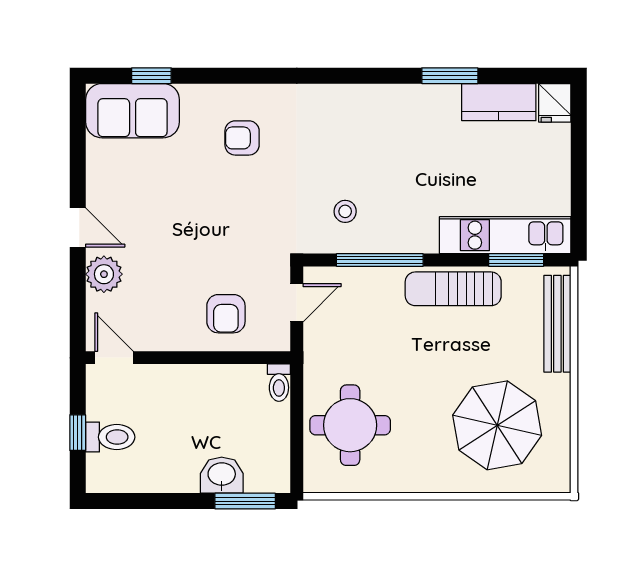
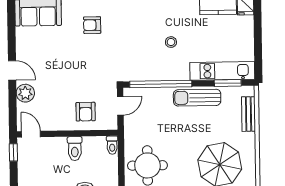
stool: (345, 211) -> (171, 42), moved
window: (380, 260) -> (161, 84), width x1.46
bench: (557, 324) -> (249, 114), width x0.73
window: (78, 433) -> (13, 152), moved
toilet: (110, 437) -> (75, 149), moved, turned 90

